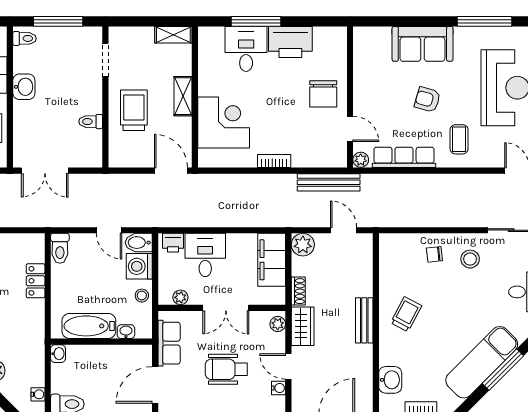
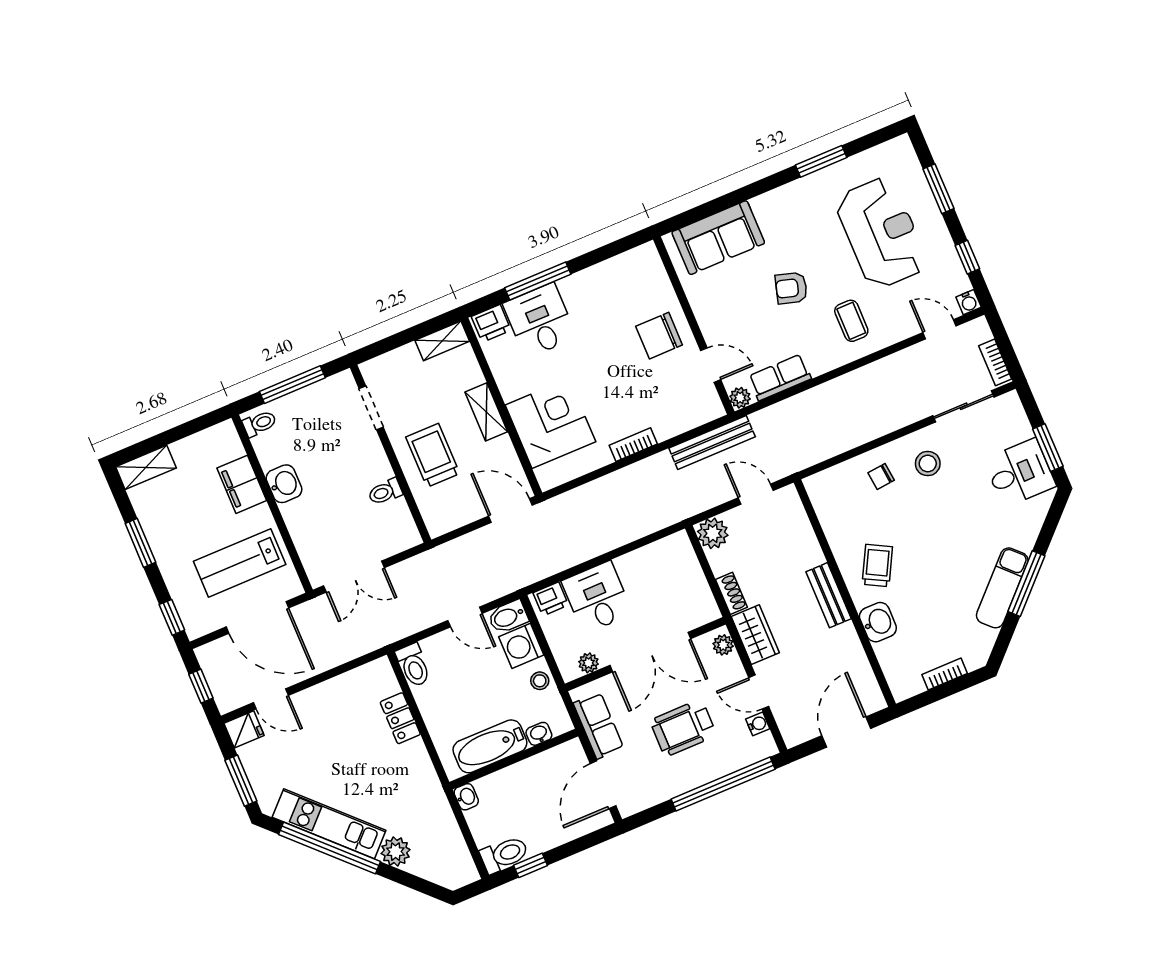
window: (485, 21) -> (821, 161), width x0.69
printer: (290, 42) -> (491, 323), moved, width x0.53, depth x0.68
sofa: (422, 44) -> (718, 238), moved
chair: (323, 94) -> (659, 336), turned 90
row of seats: (404, 157) -> (780, 377), width x0.68
filing cabinet: (272, 260) -> (682, 569), removed
double door: (226, 308) -> (650, 652), width x1.37
exam couch: (482, 362) -> (1002, 588), width x0.73, depth x0.69
washbasin: (390, 380) -> (878, 622), moved
water cooler: (38, 394) -> (463, 858), removed

